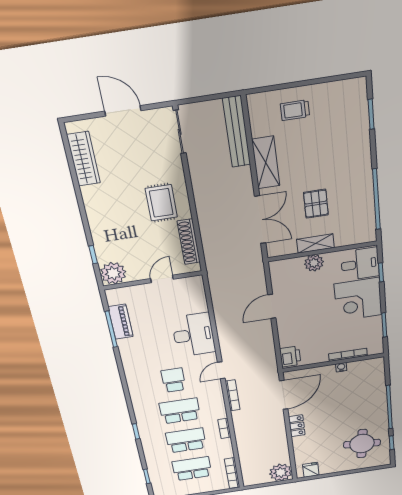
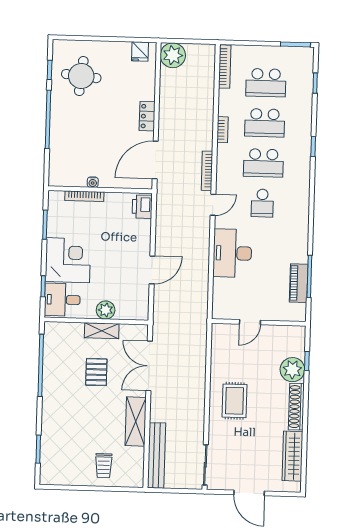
trolley: (295, 110) -> (104, 466), turned 90
shoe rack: (189, 242) -> (296, 407), moved, turned 180
plant: (113, 273) -> (292, 370), moved

